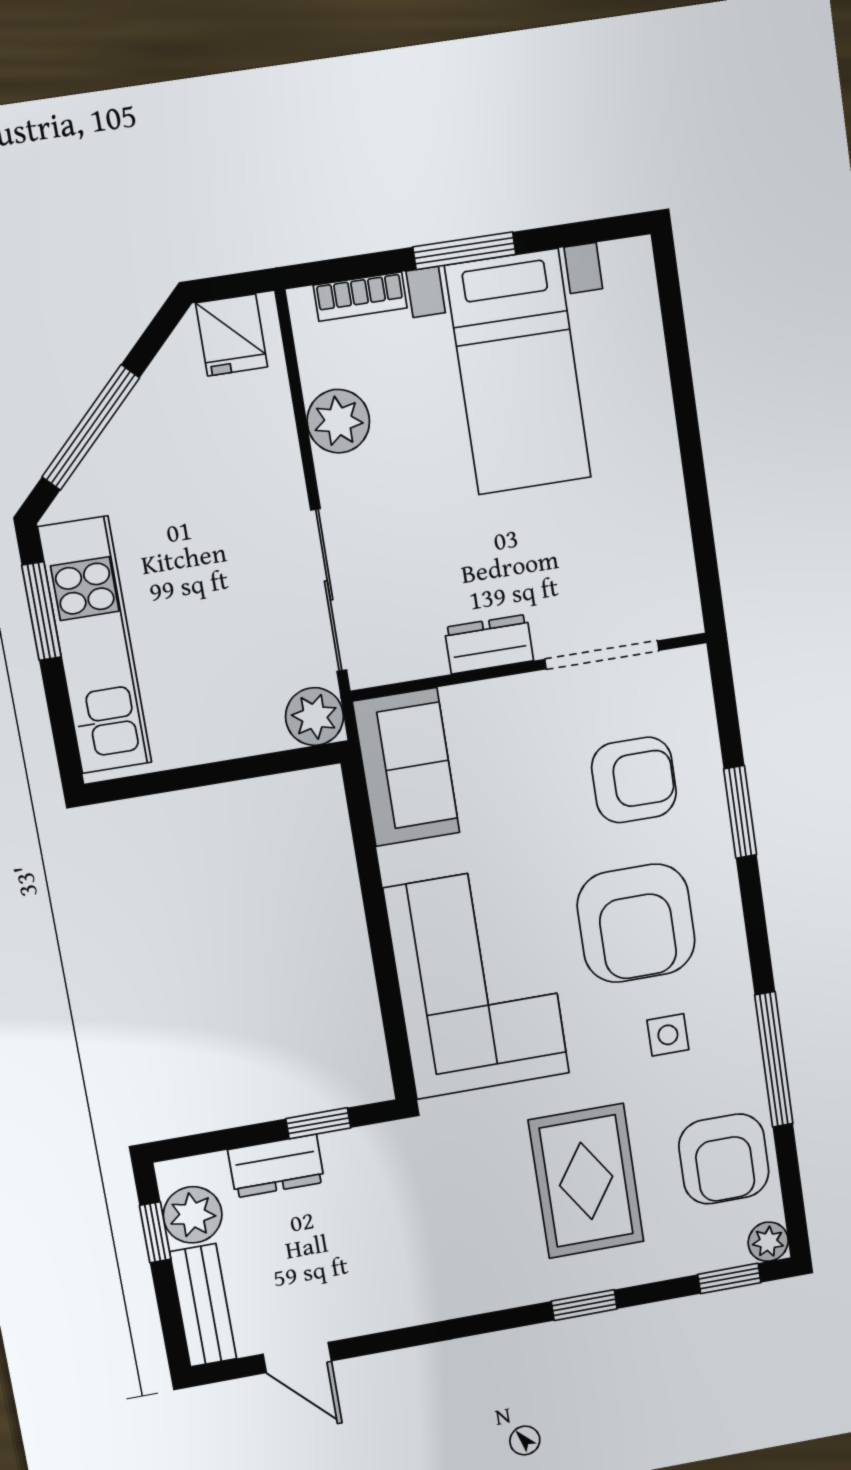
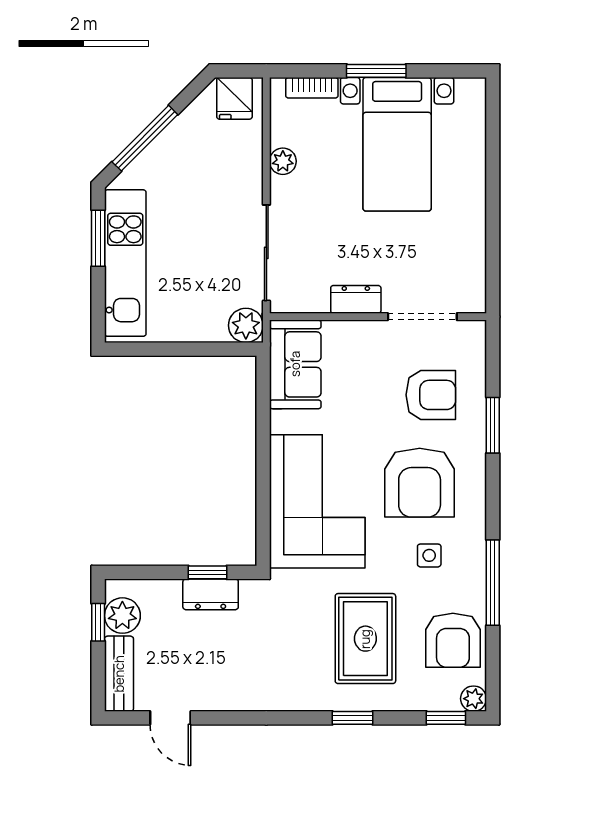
plant: (338, 421) -> (283, 161), width x0.73, depth x0.73
dresser: (276, 1166) -> (211, 594), moved

